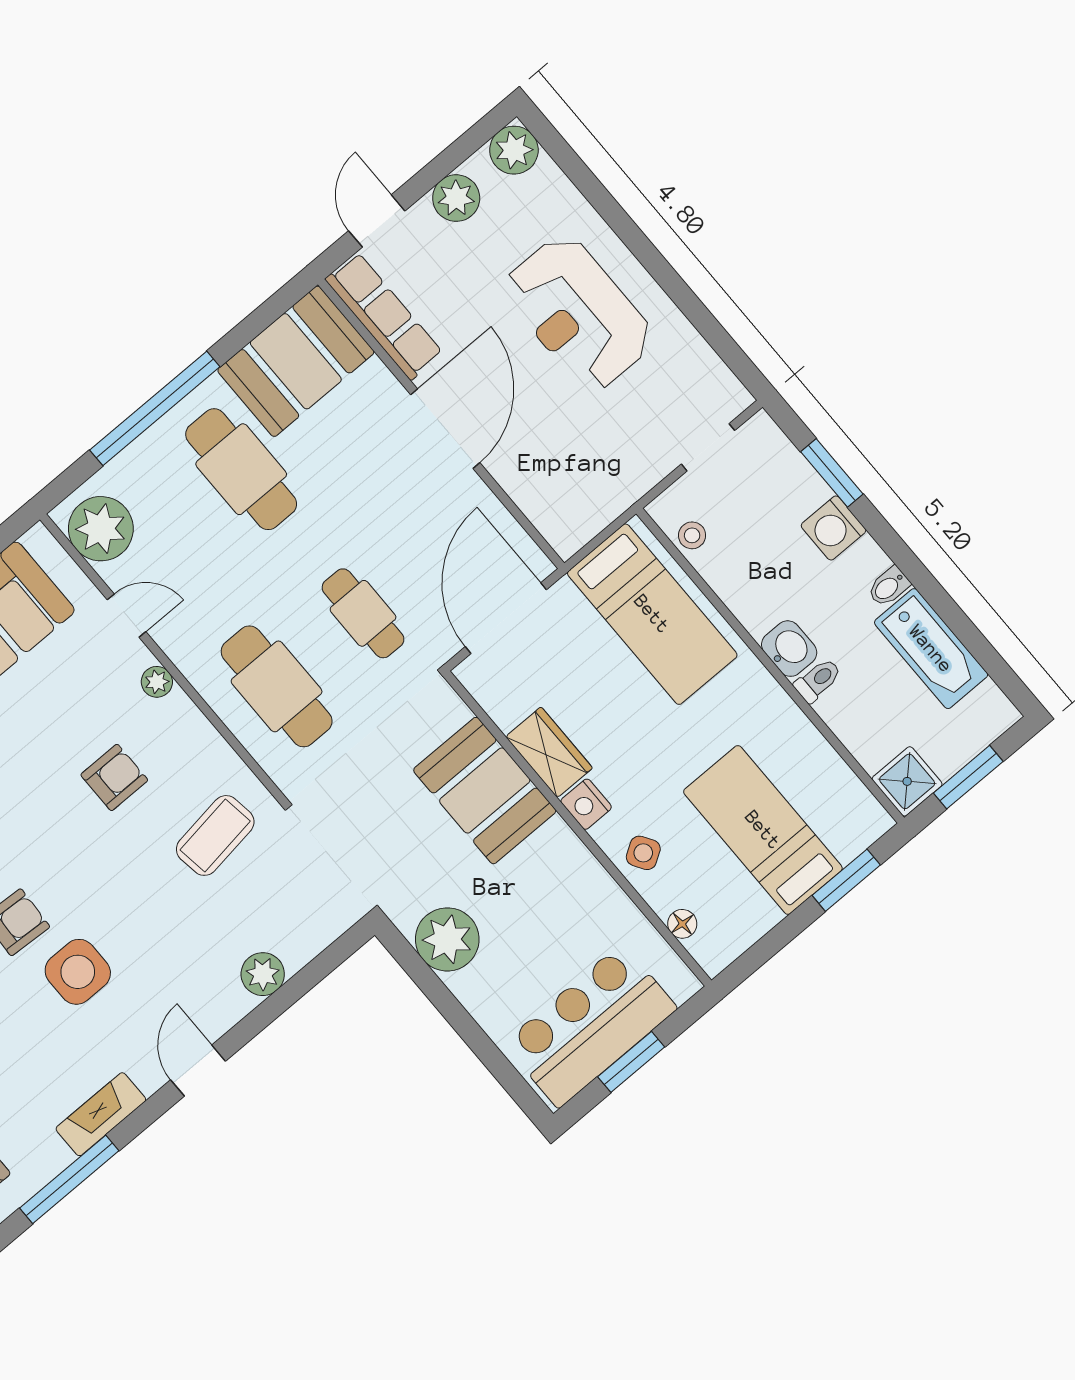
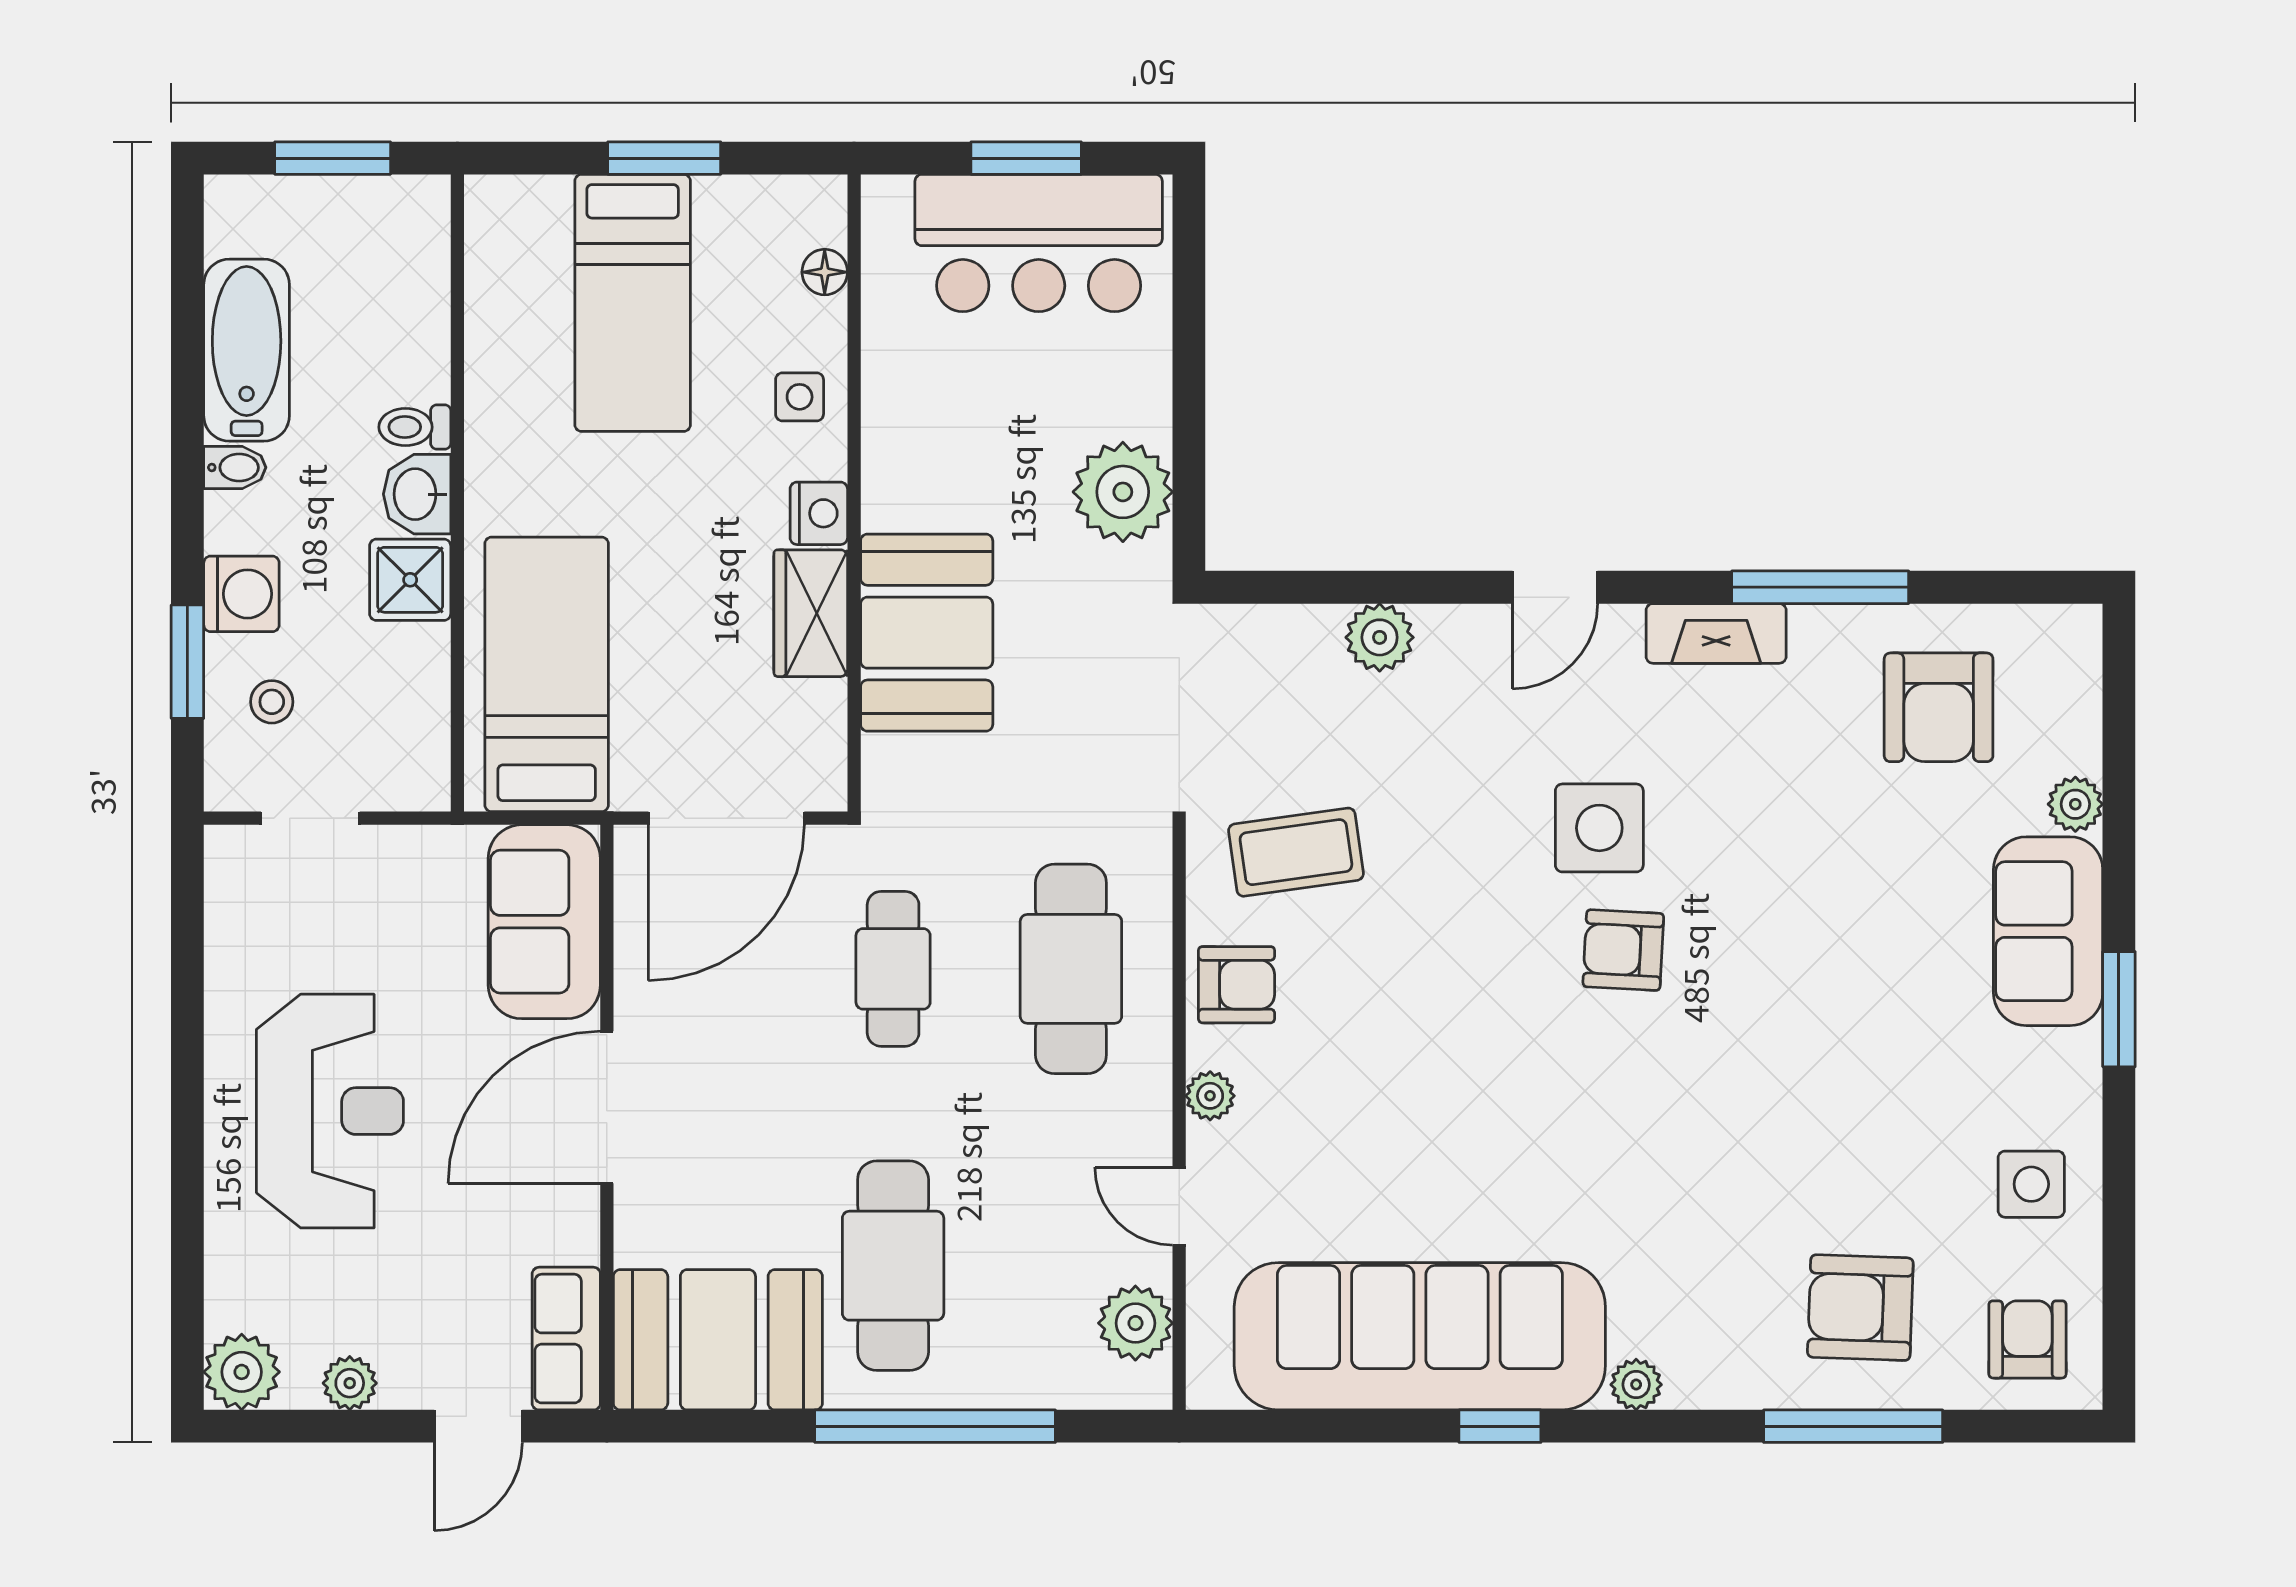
plant: (456, 198) -> (350, 1383), width x0.73, depth x0.73
row of seats: (384, 316) -> (566, 1339), width x0.68
sofa: (552, 493) -> (544, 922), added
plant: (101, 529) -> (1135, 1323), width x0.73, depth x0.73
stool: (692, 535) -> (272, 702), moved
armchair: (114, 777) -> (1237, 985), moved, turned 180
shower: (907, 781) -> (410, 580), moved
side table: (643, 853) -> (800, 397), turned 32
window: (846, 880) -> (664, 158), moved

